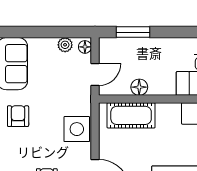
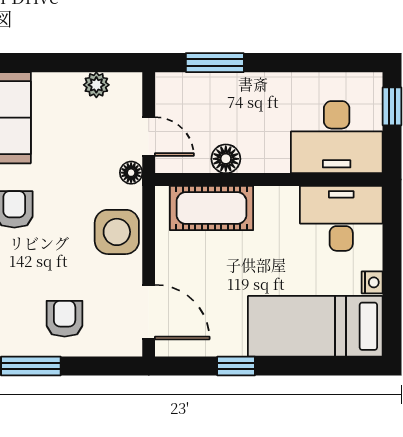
floor lamp: (85, 47) -> (131, 173), moved
door: (95, 74) -> (149, 137), hinge flipped

